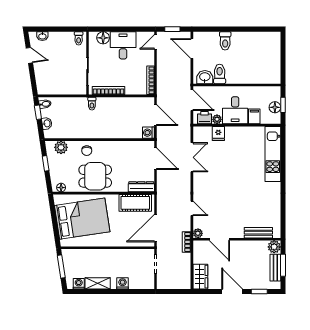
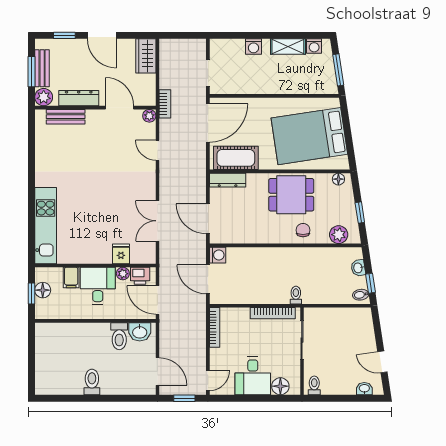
toilet: (225, 41) -> (92, 382), moved
dresser: (249, 246) -> (79, 98), added

